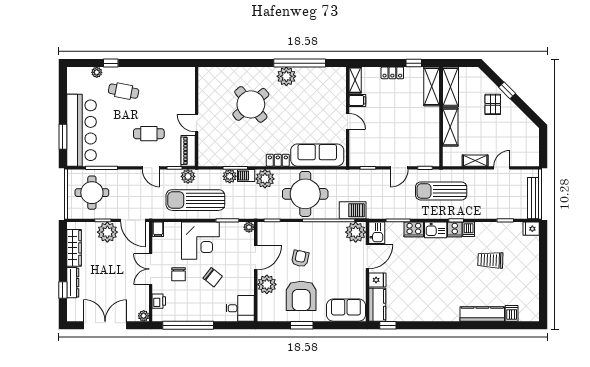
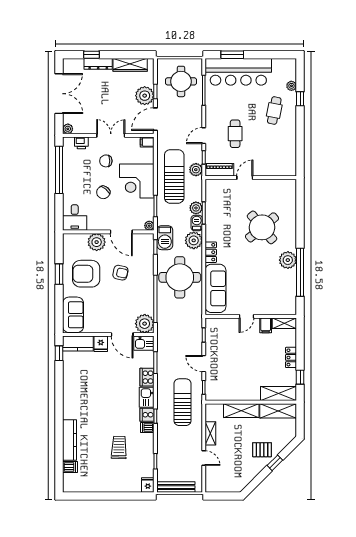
barbecue: (353, 210) -> (165, 238), moved

